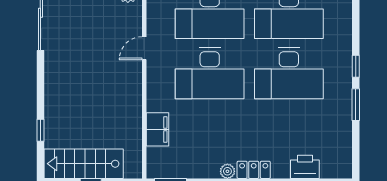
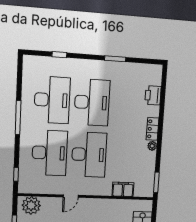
door: (144, 48) -> (71, 196), hinge flipped
window: (356, 66) -> (59, 55), moved

